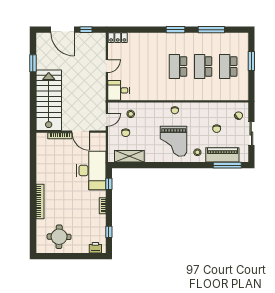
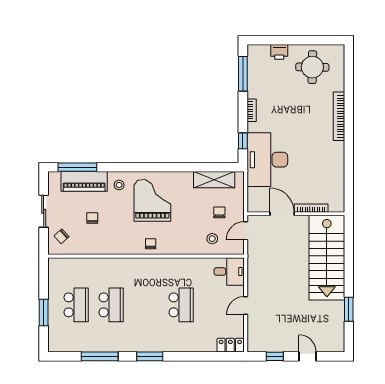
door: (62, 30) -> (308, 356), width x0.53
school desk: (178, 66) -> (181, 305), moved
window: (109, 232) -> (243, 74), width x2.17
printer: (95, 248) -> (279, 52), moved

